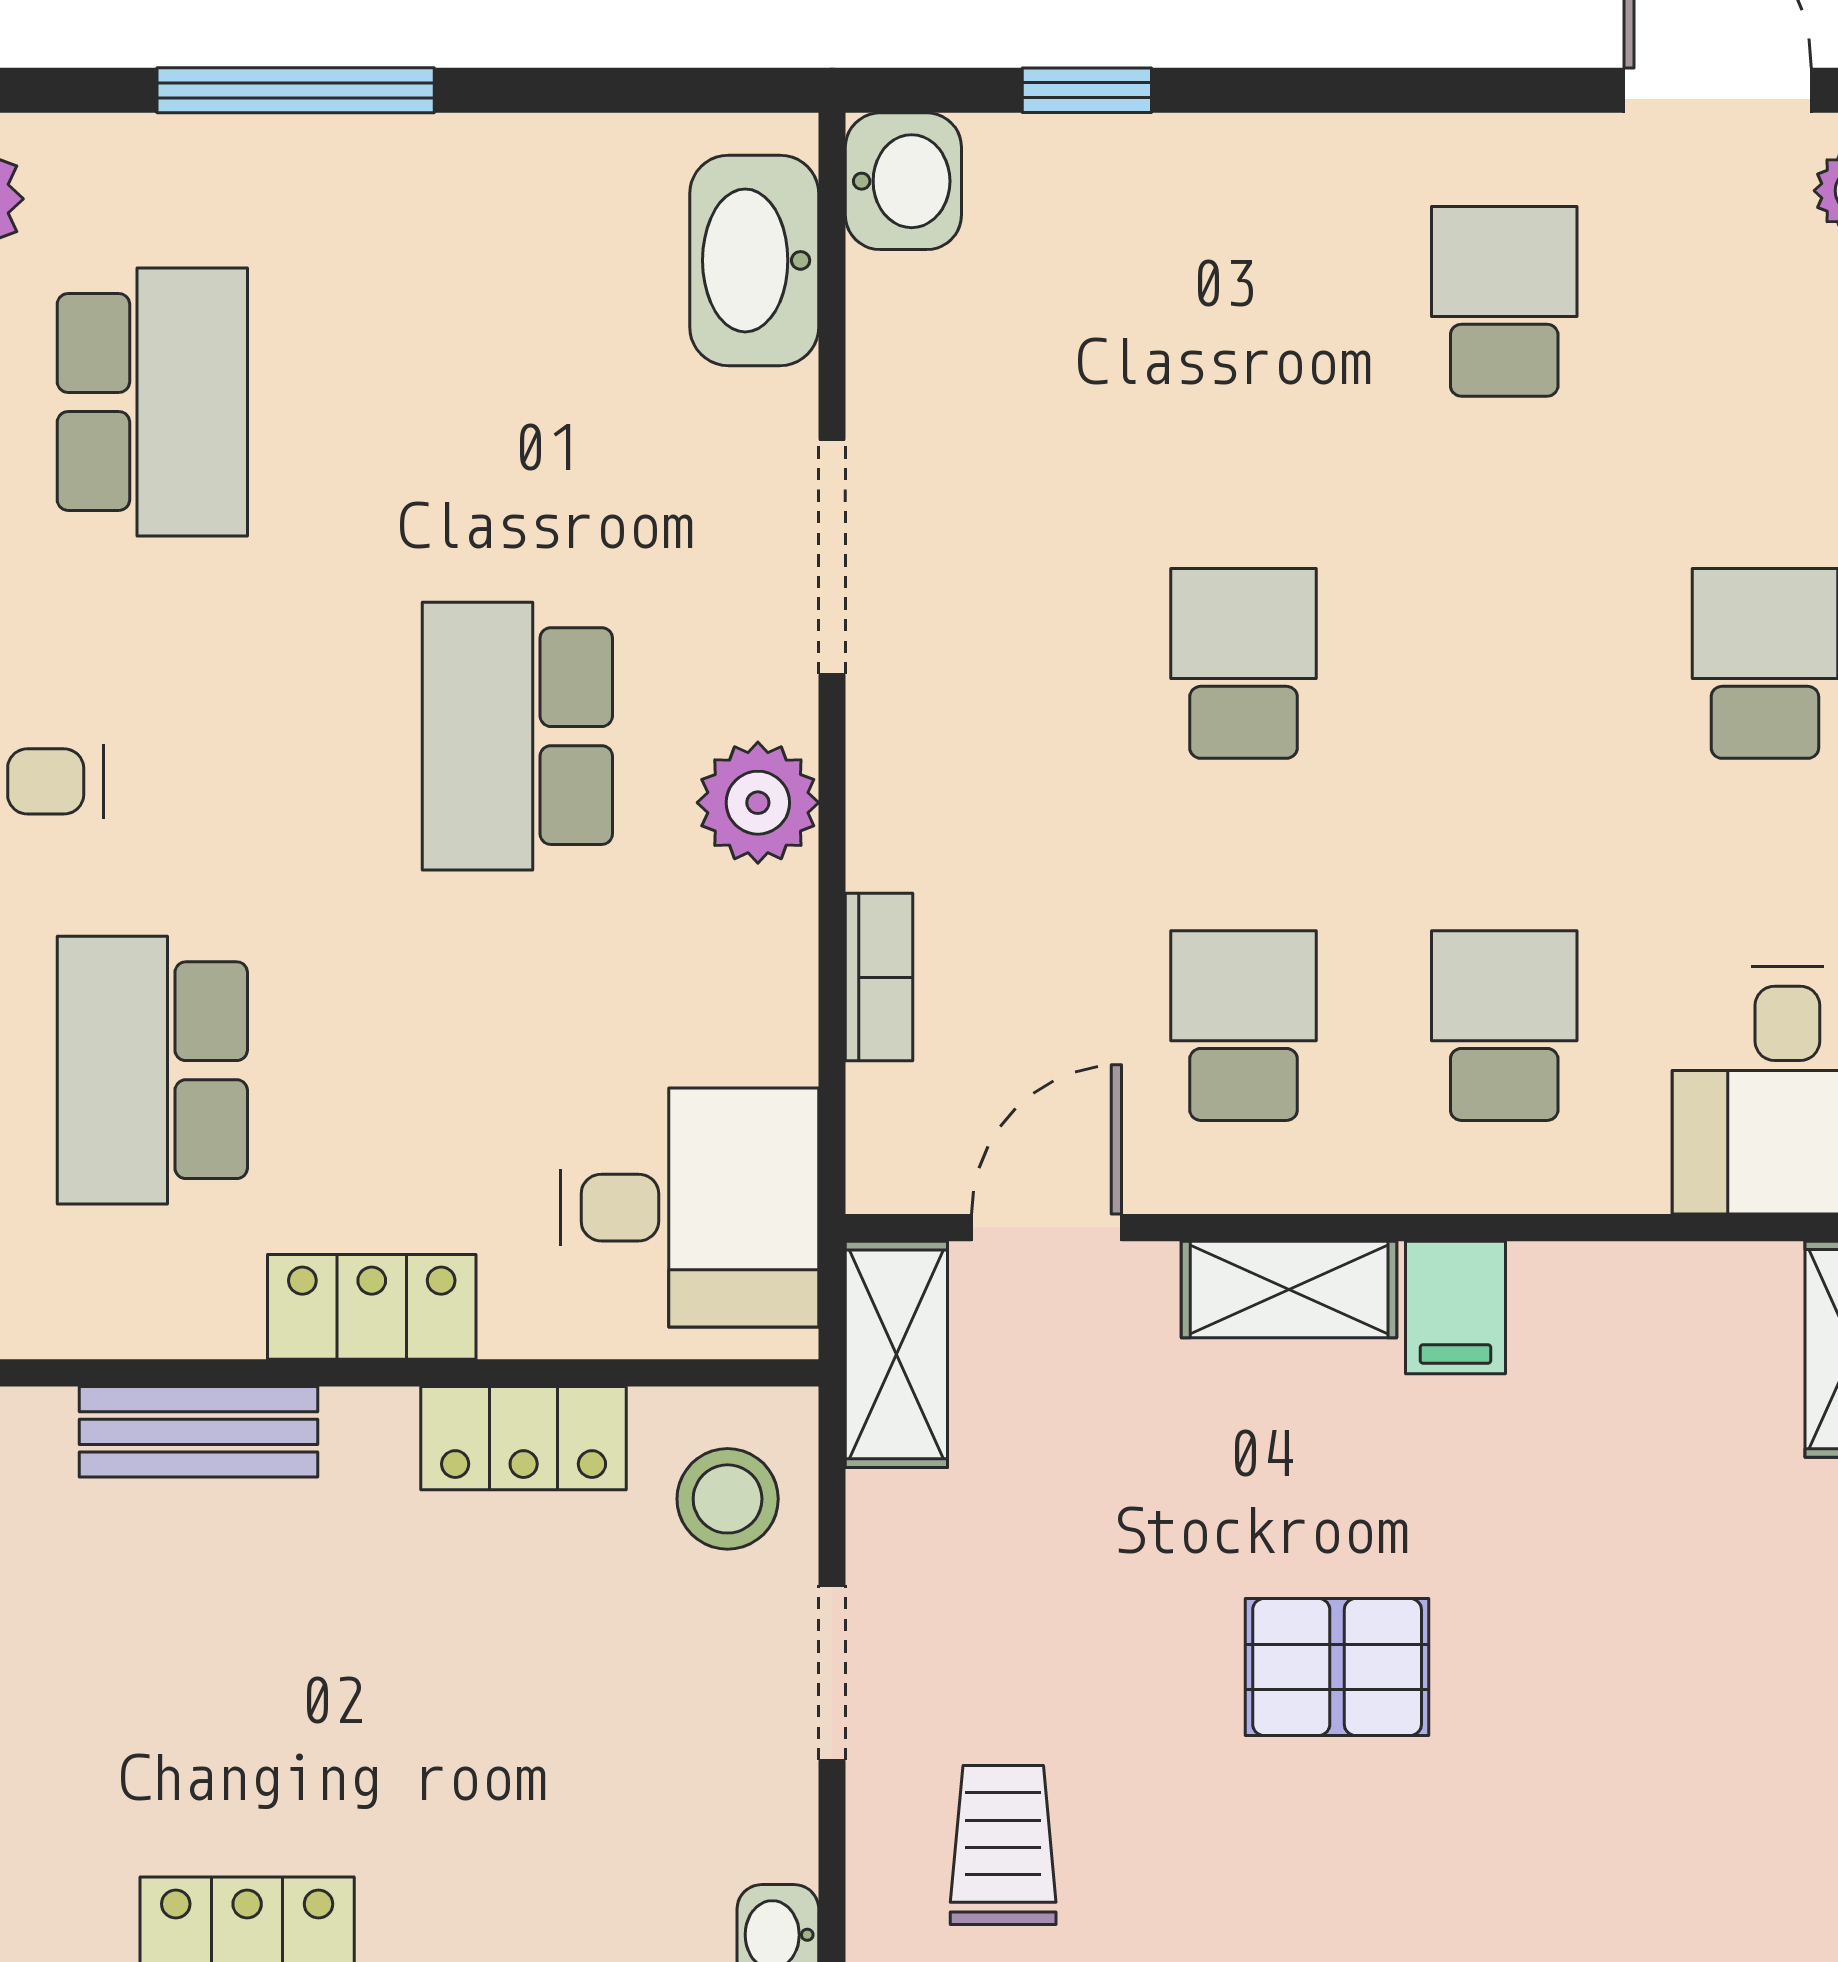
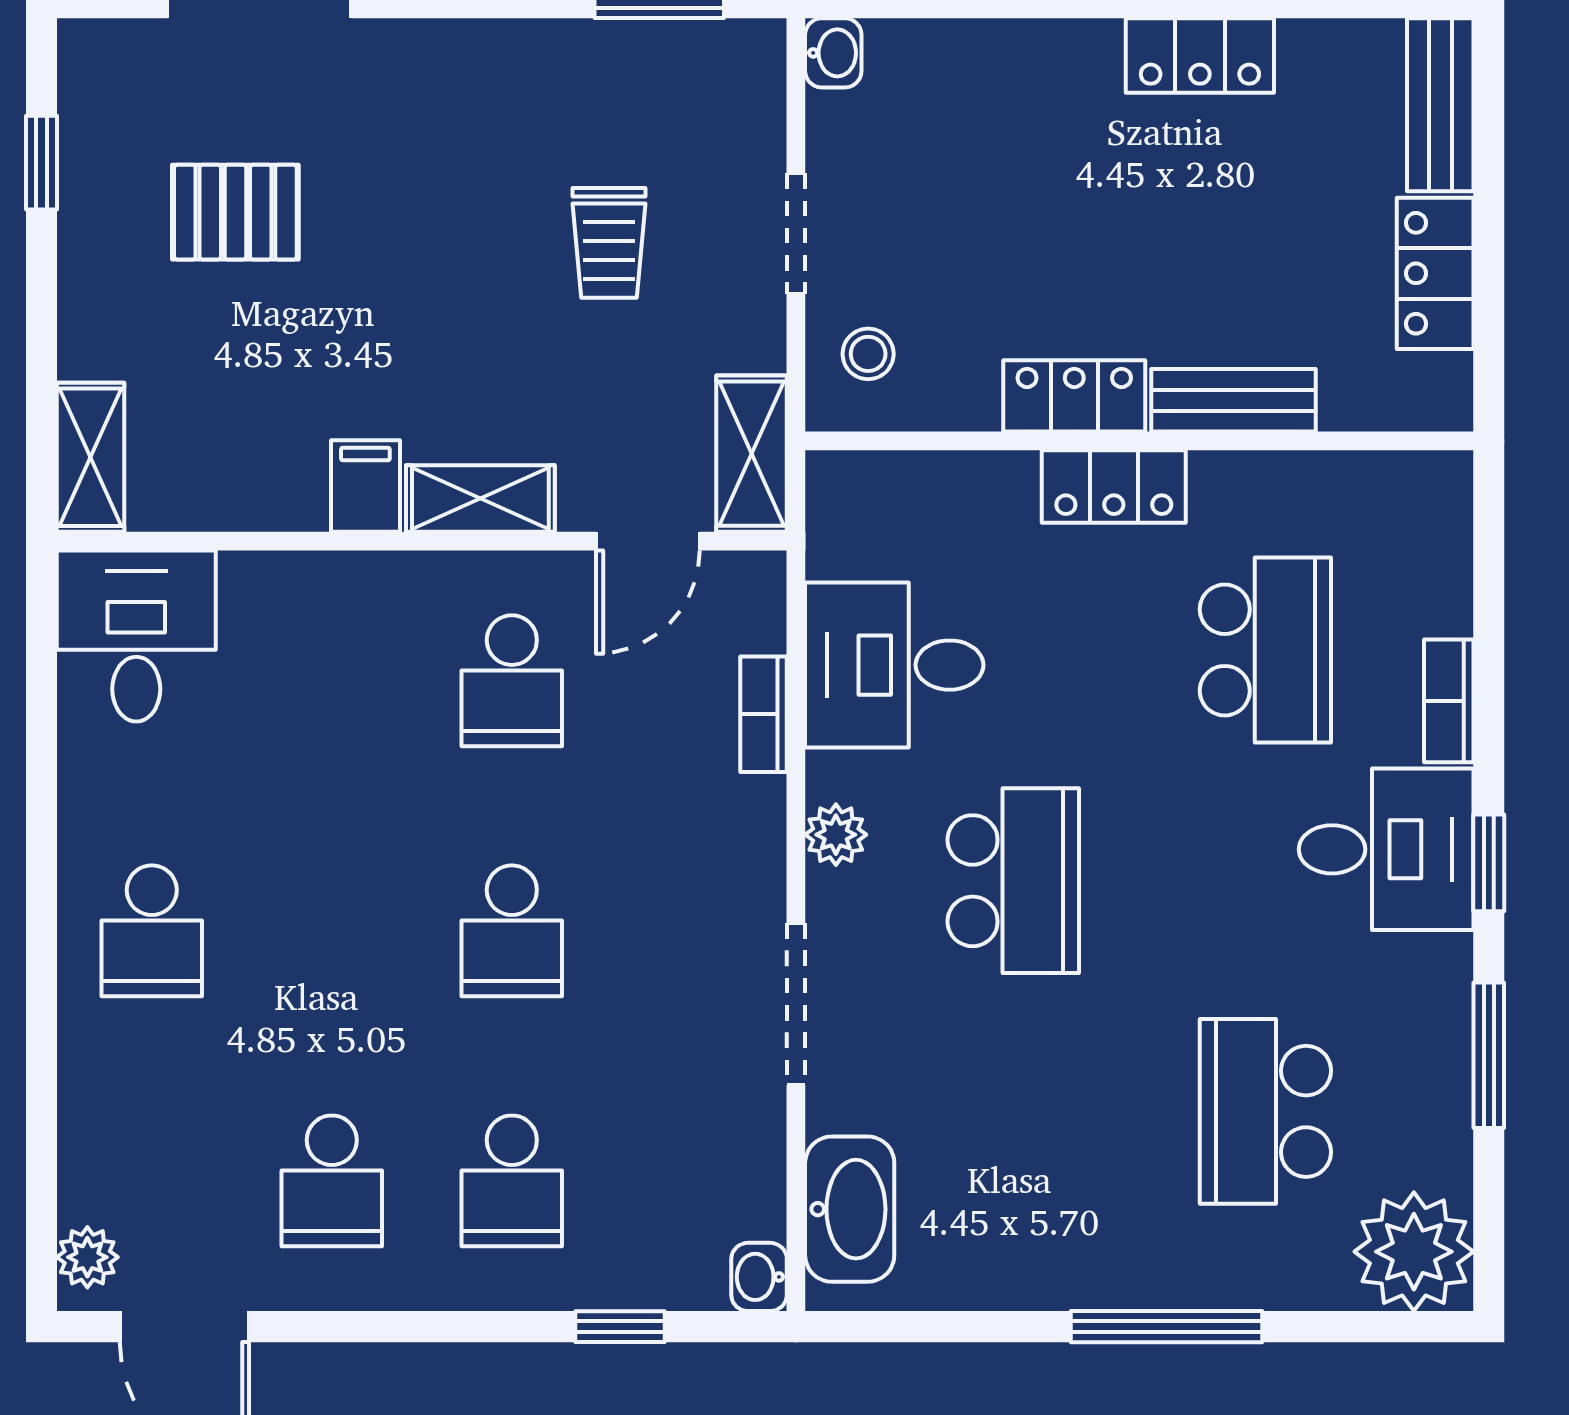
washbasin: (903, 181) -> (759, 1277), width x0.72, depth x0.69
plant: (758, 803) -> (836, 835), width x0.73, depth x0.73
school desk: (1504, 1026) -> (512, 1181), moved
desk: (690, 1208) -> (894, 665), moved
locker: (524, 1438) -> (1074, 396), moved
stool: (728, 1499) -> (868, 354), width x0.73, depth x0.73
pallet: (1337, 1667) -> (235, 212), moved
trolley: (1003, 1845) -> (609, 243), moved

